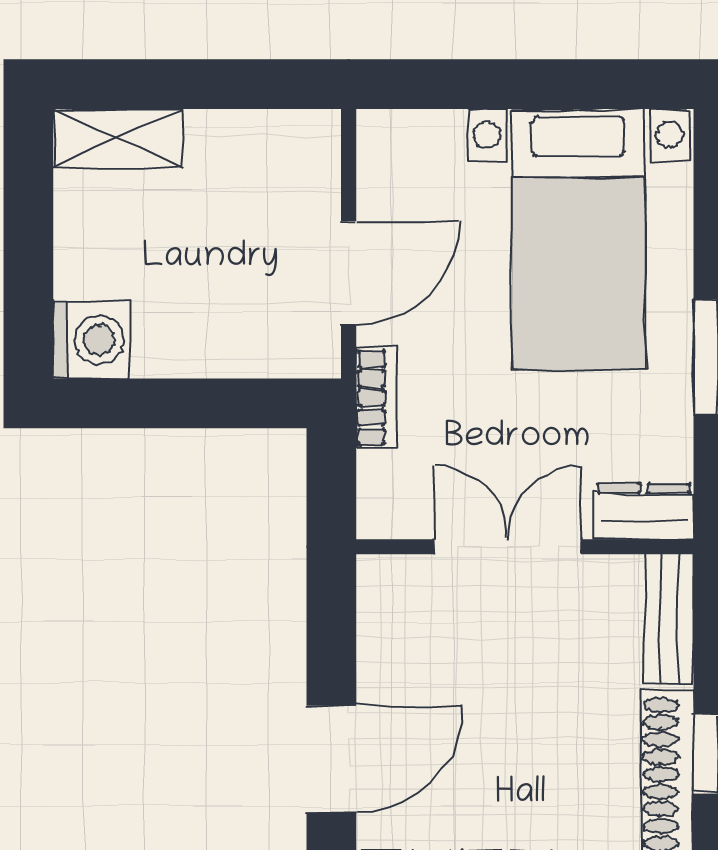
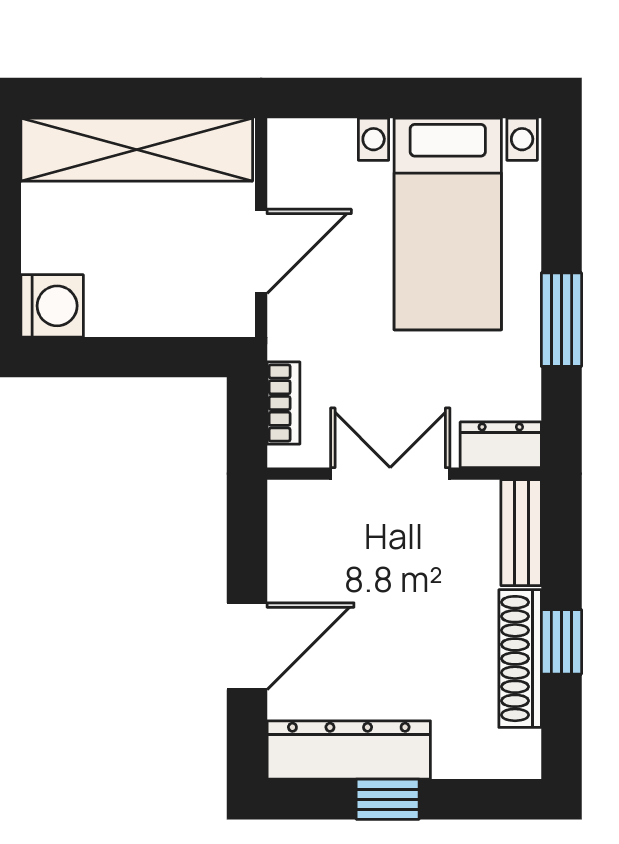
shelving: (118, 138) -> (137, 150), width x2.20, depth x1.33
bookcase: (376, 398) -> (284, 403), moved

